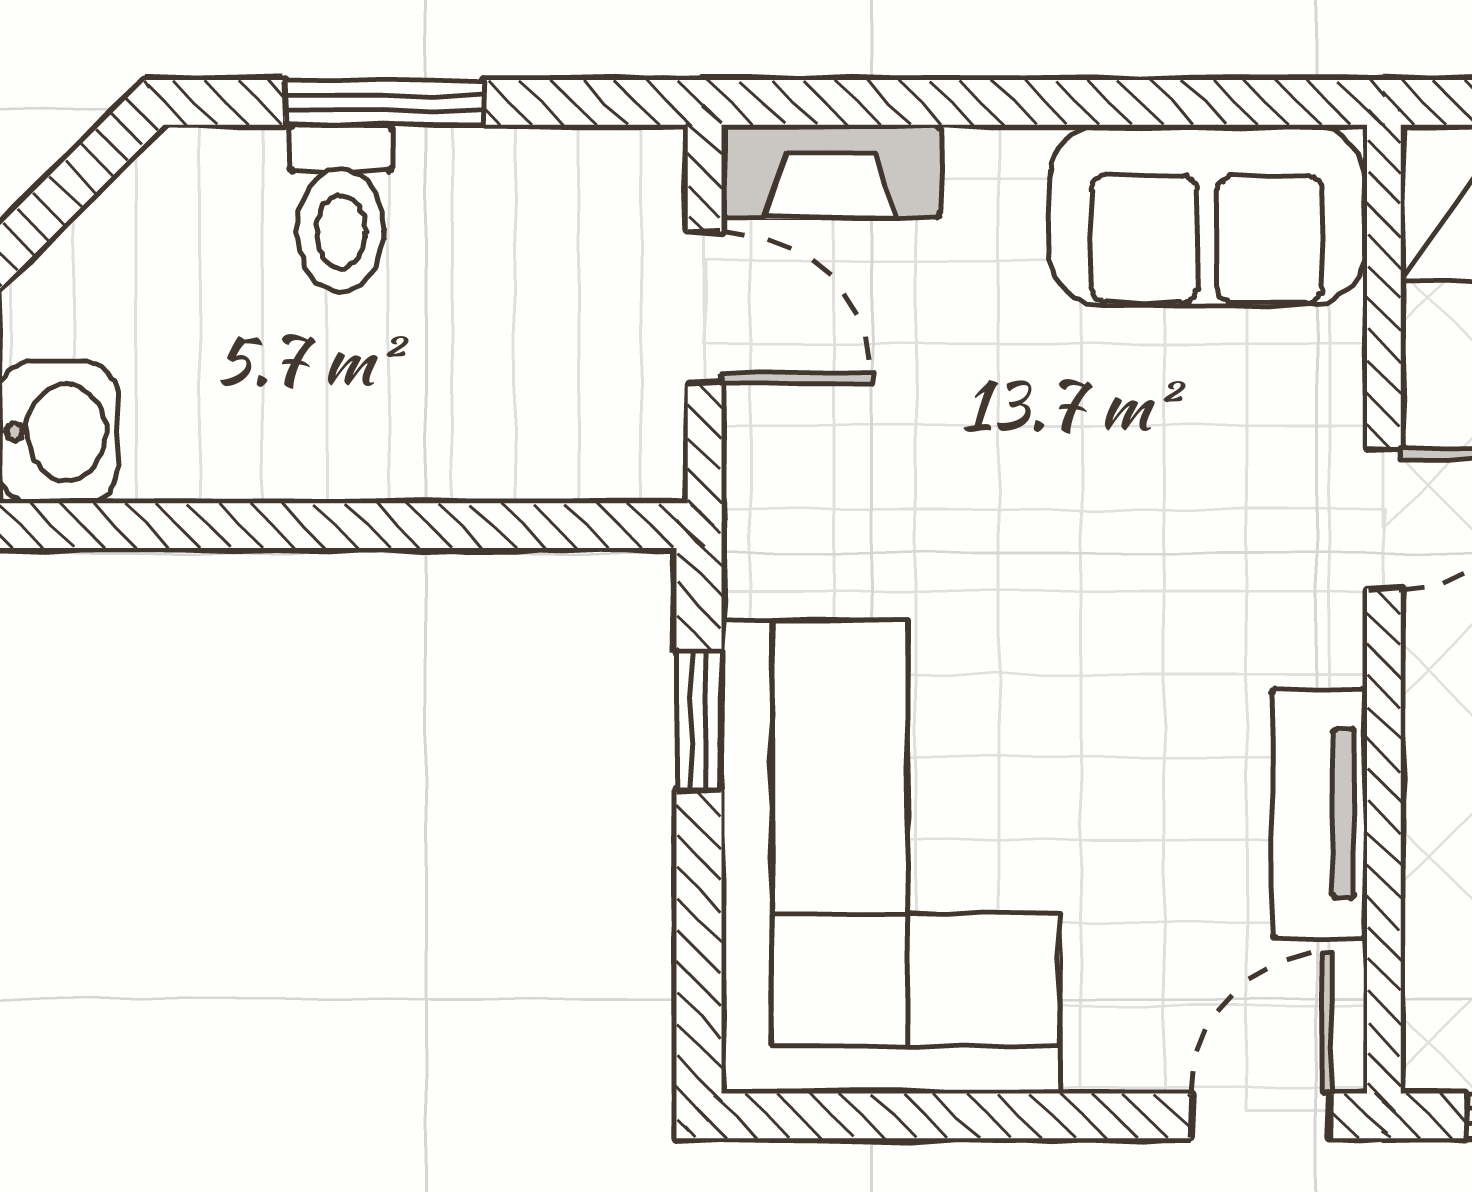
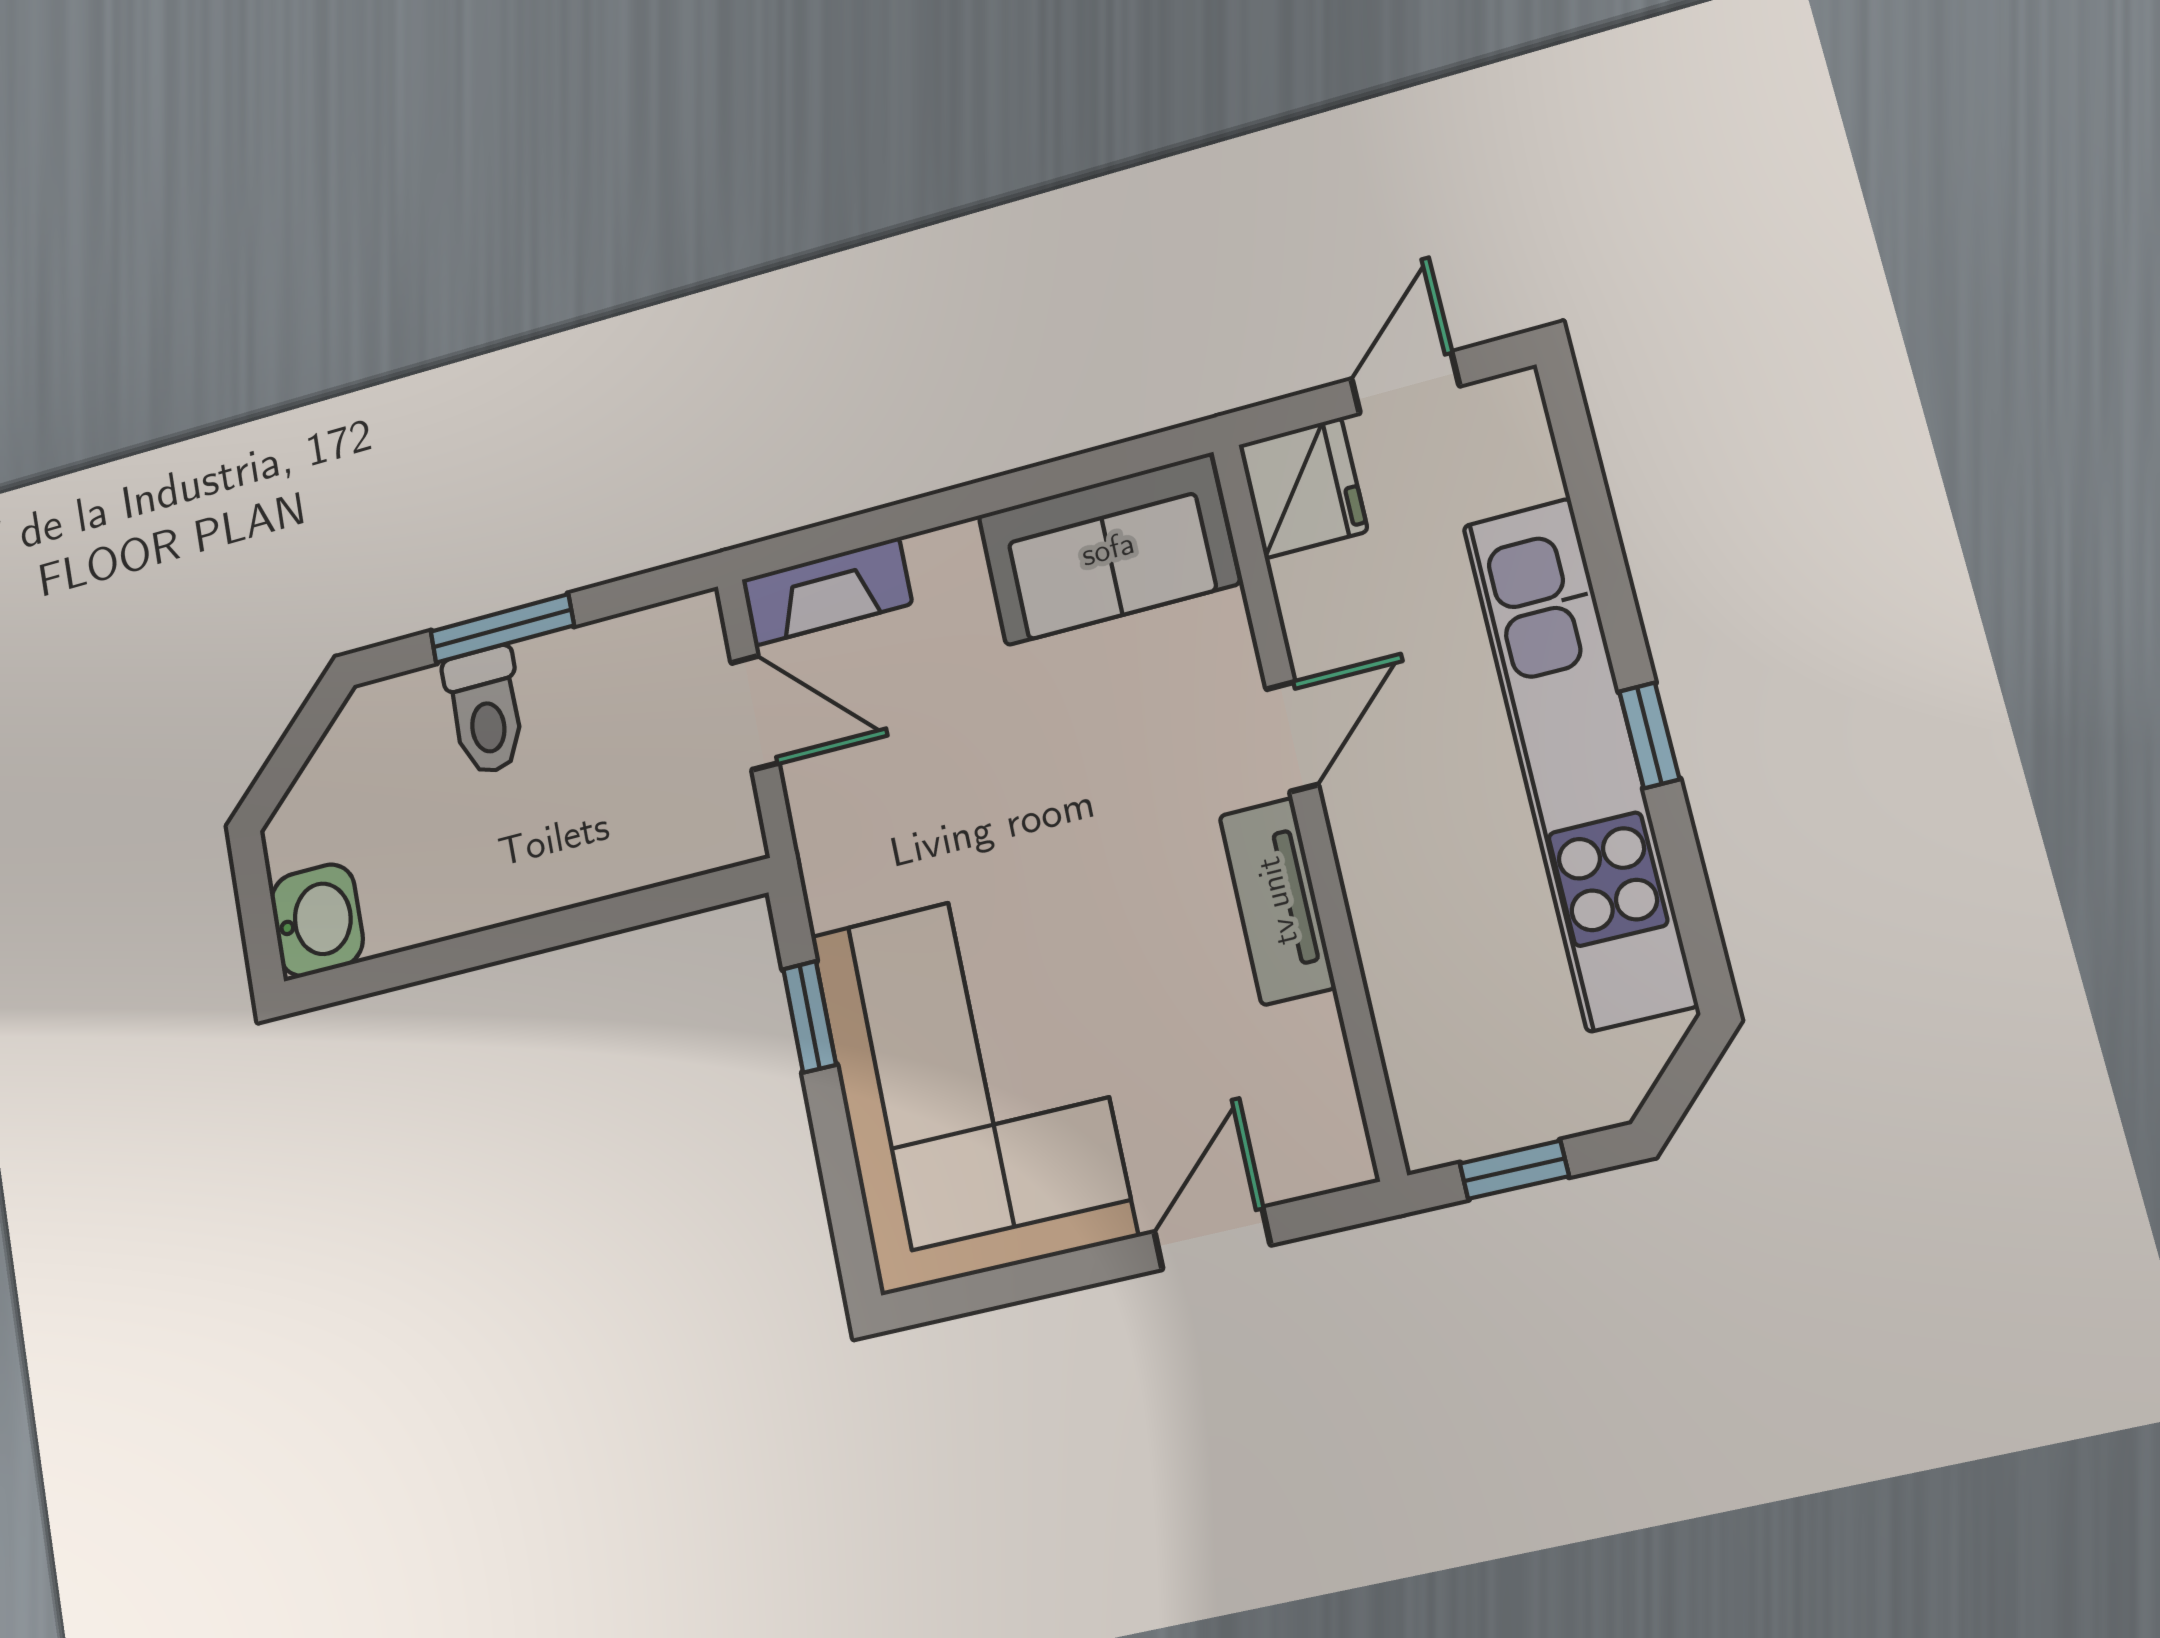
tv unit: (1319, 814) -> (1277, 901), moved
door: (1261, 1116) -> (1212, 1238), moved

